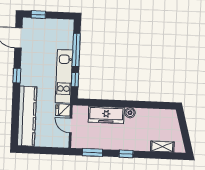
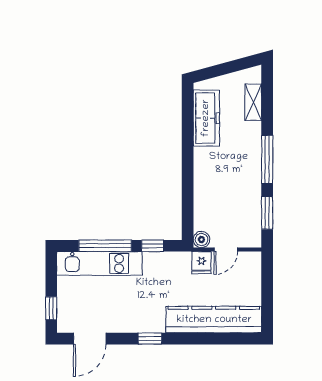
kitchen unit: (64, 76) -> (99, 263), moved
boiler: (130, 113) -> (201, 239), moved
freezer: (106, 115) -> (206, 118), moved
window: (126, 154) -> (267, 159), width x2.17

